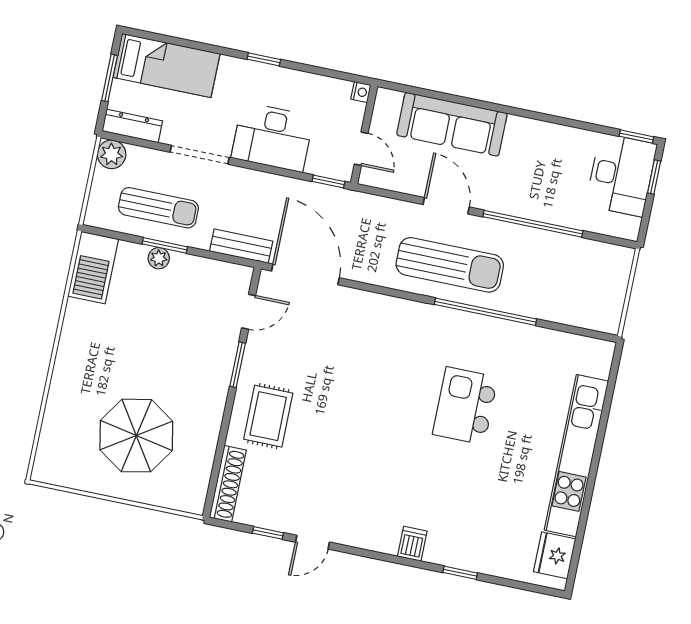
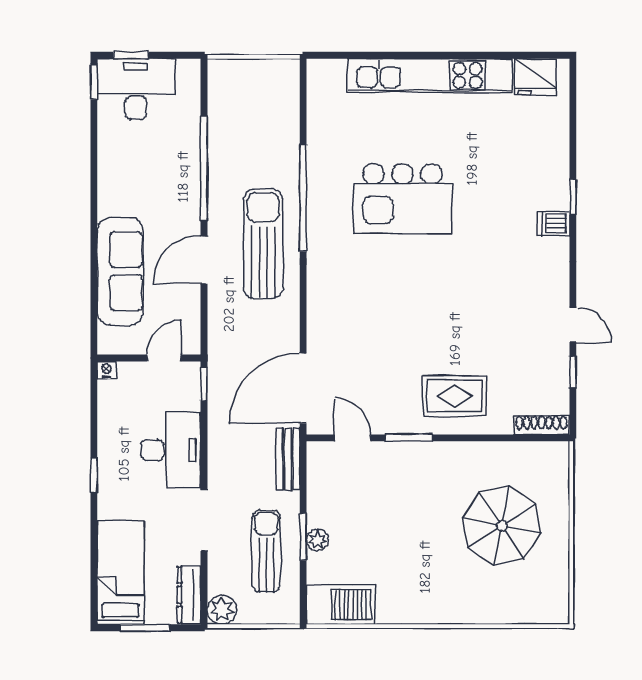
kitchen island: (465, 406) -> (402, 199), width x1.37, depth x1.28
shoe rack: (228, 484) -> (542, 425), width x0.74, depth x0.81
window: (460, 573) -> (573, 197), moved

